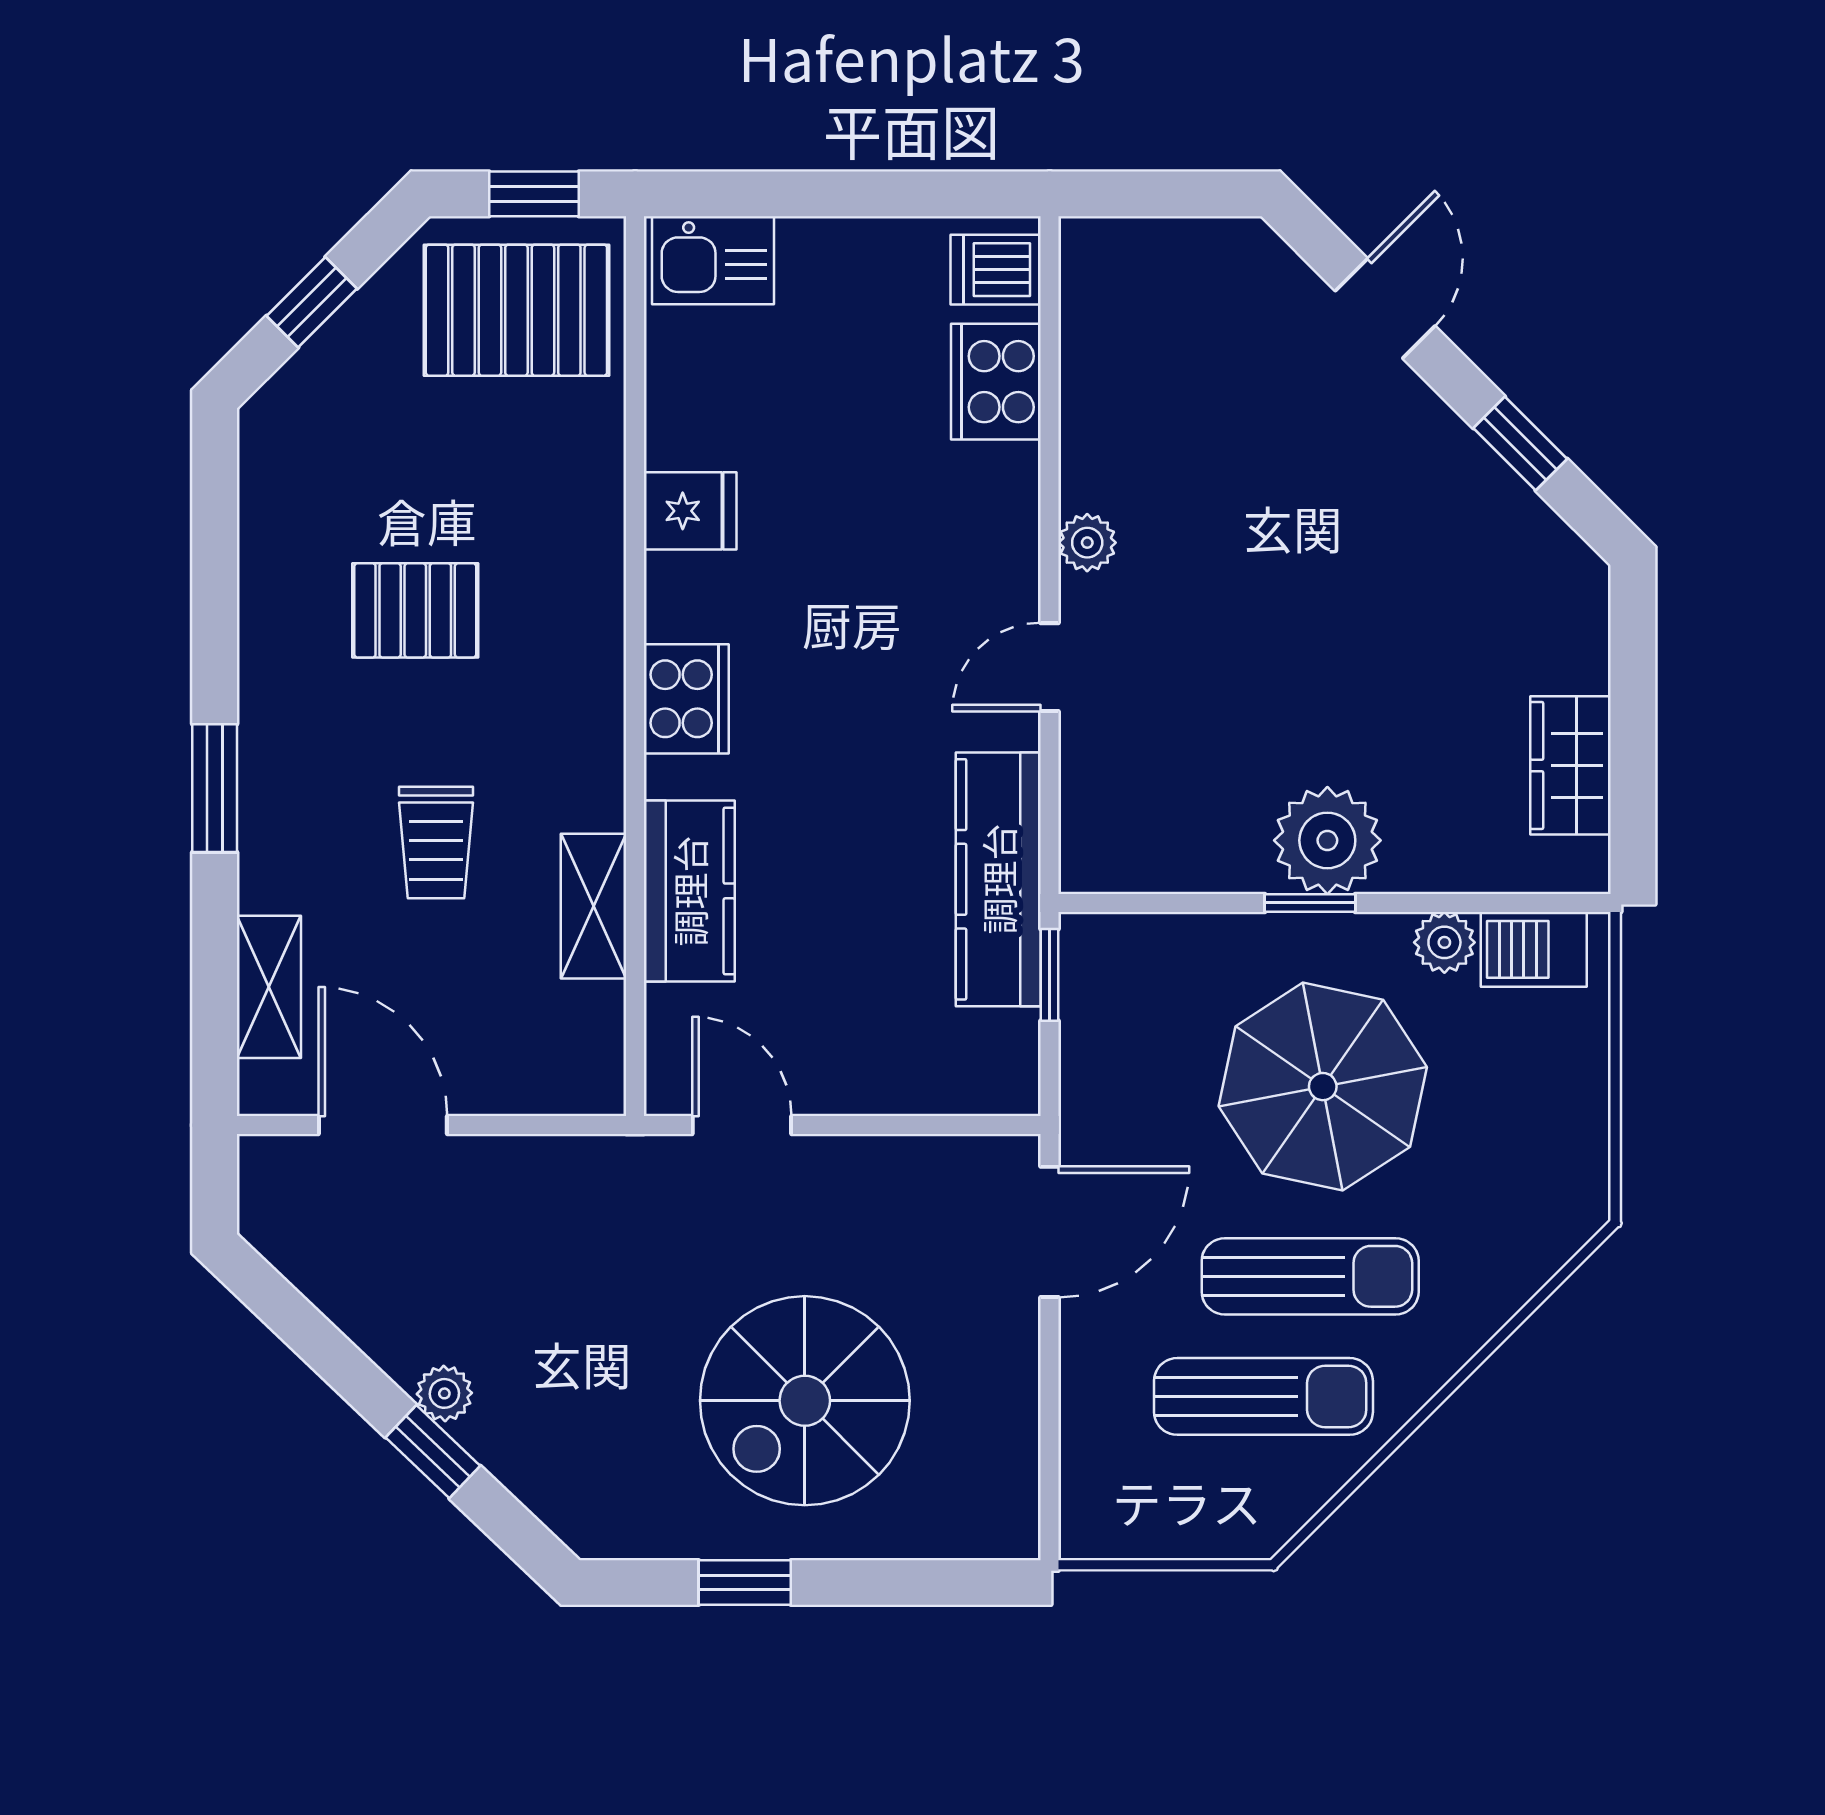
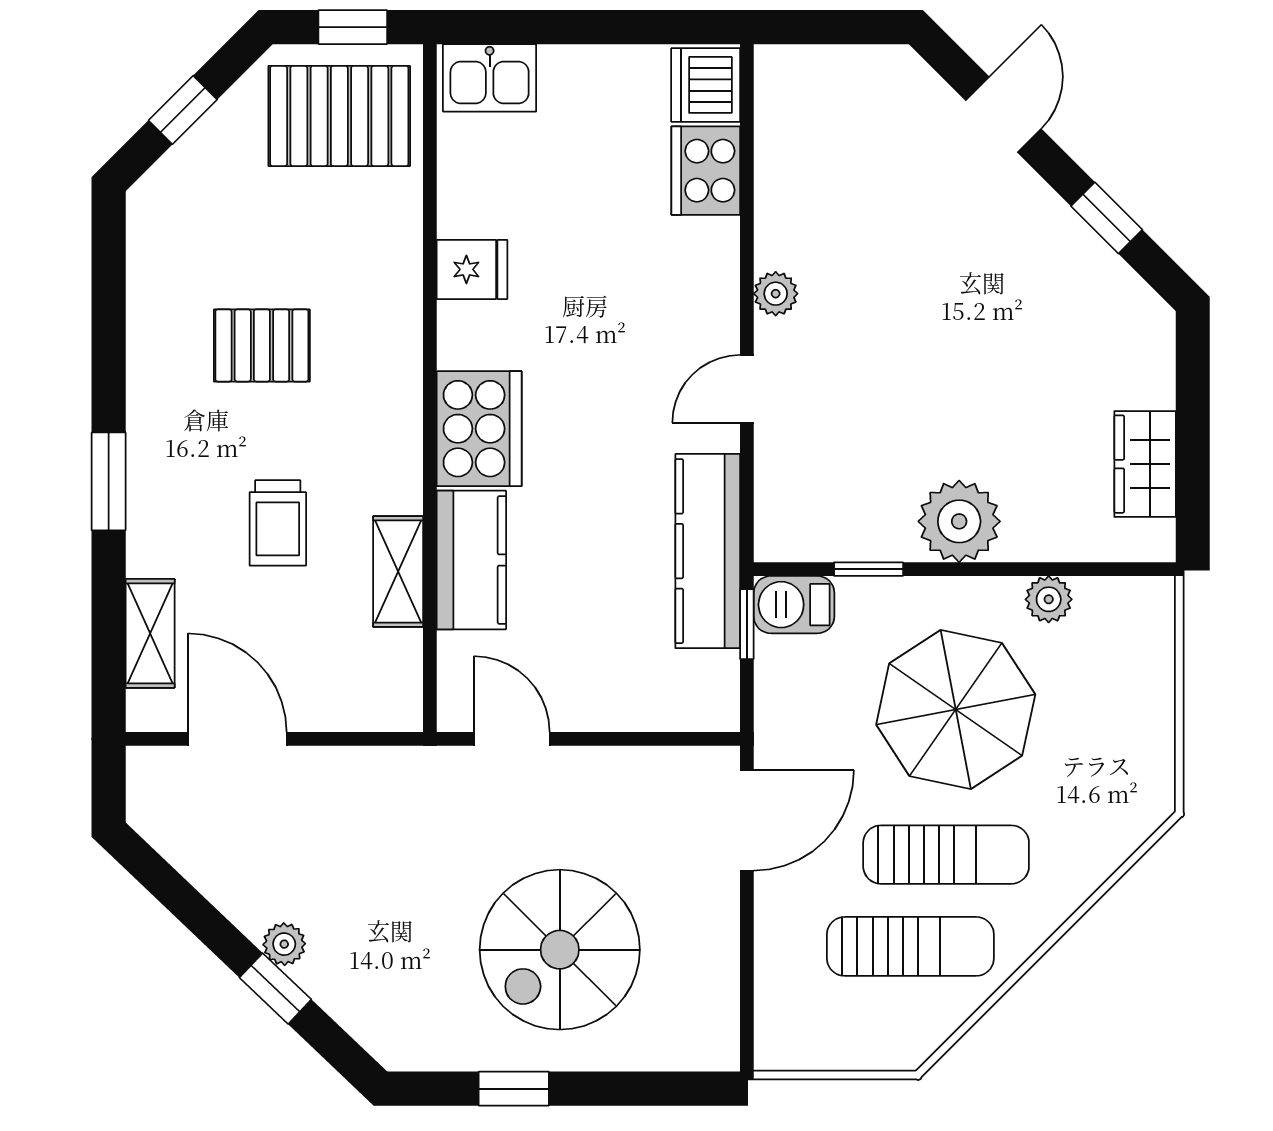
dishwasher: (996, 270) -> (706, 85), width x1.38
cooker: (686, 699) -> (479, 429), width x1.37, depth x1.31
window: (1310, 903) -> (869, 569), moved
barbecue: (1534, 949) -> (794, 605), moved

